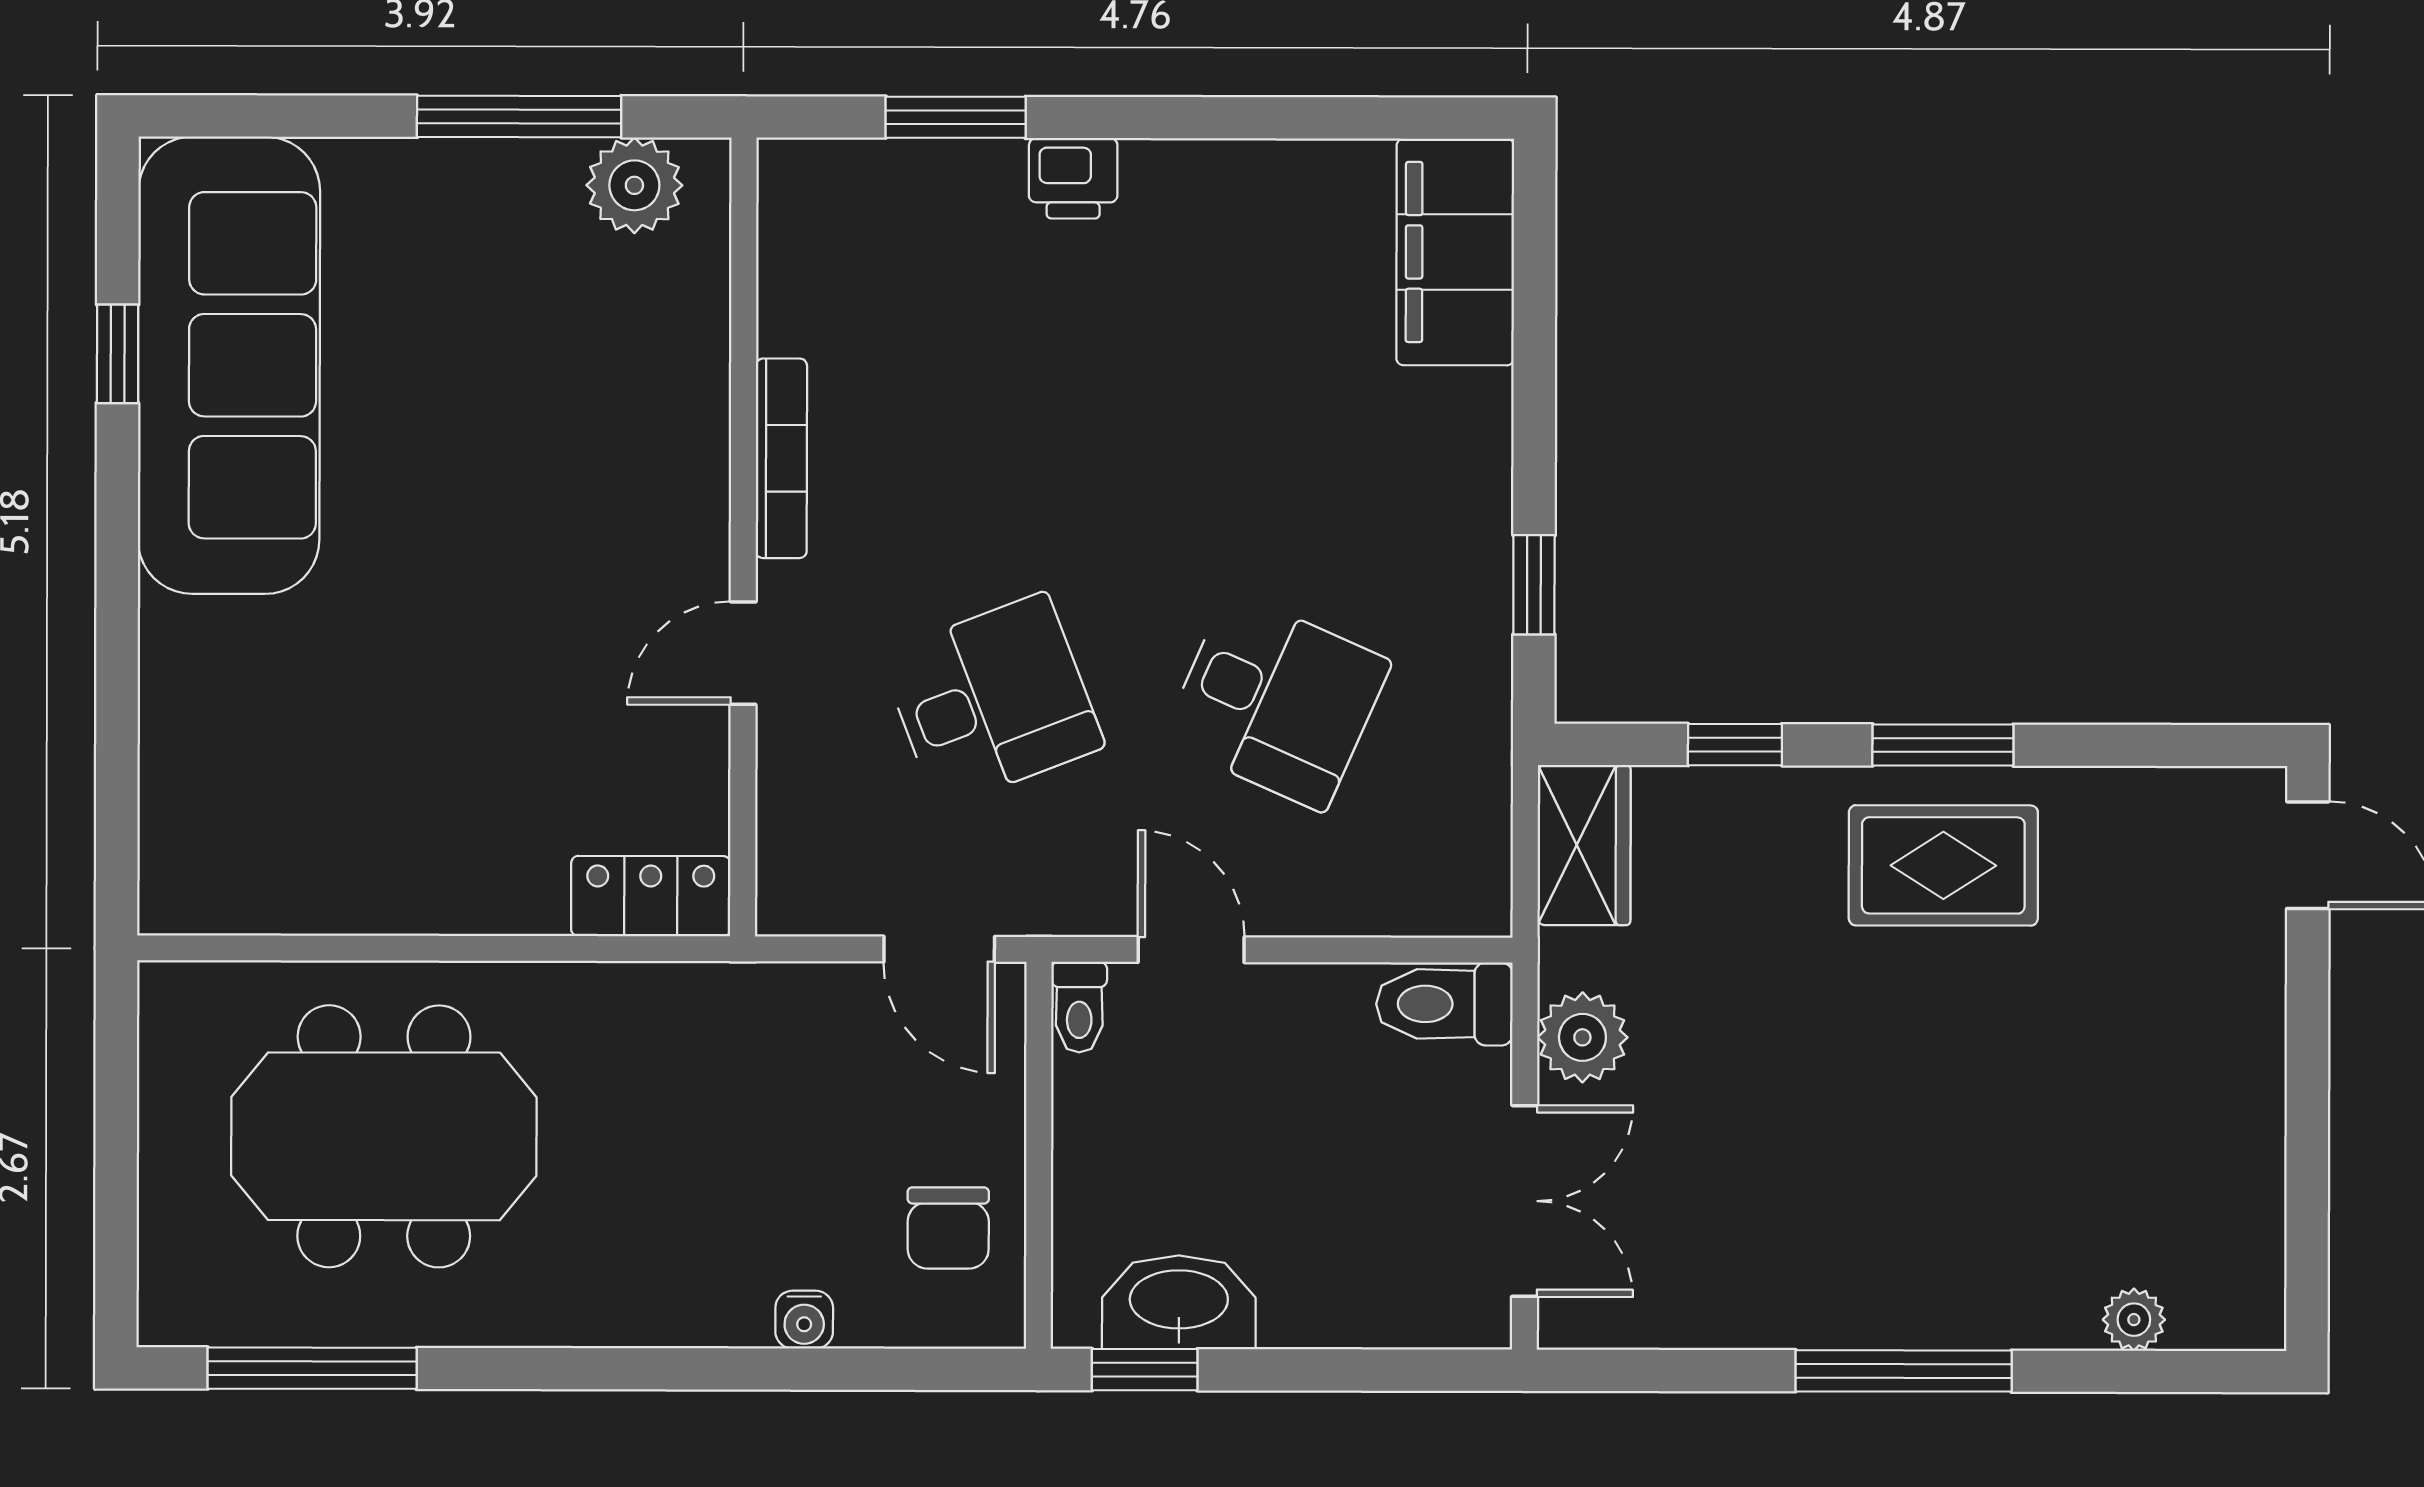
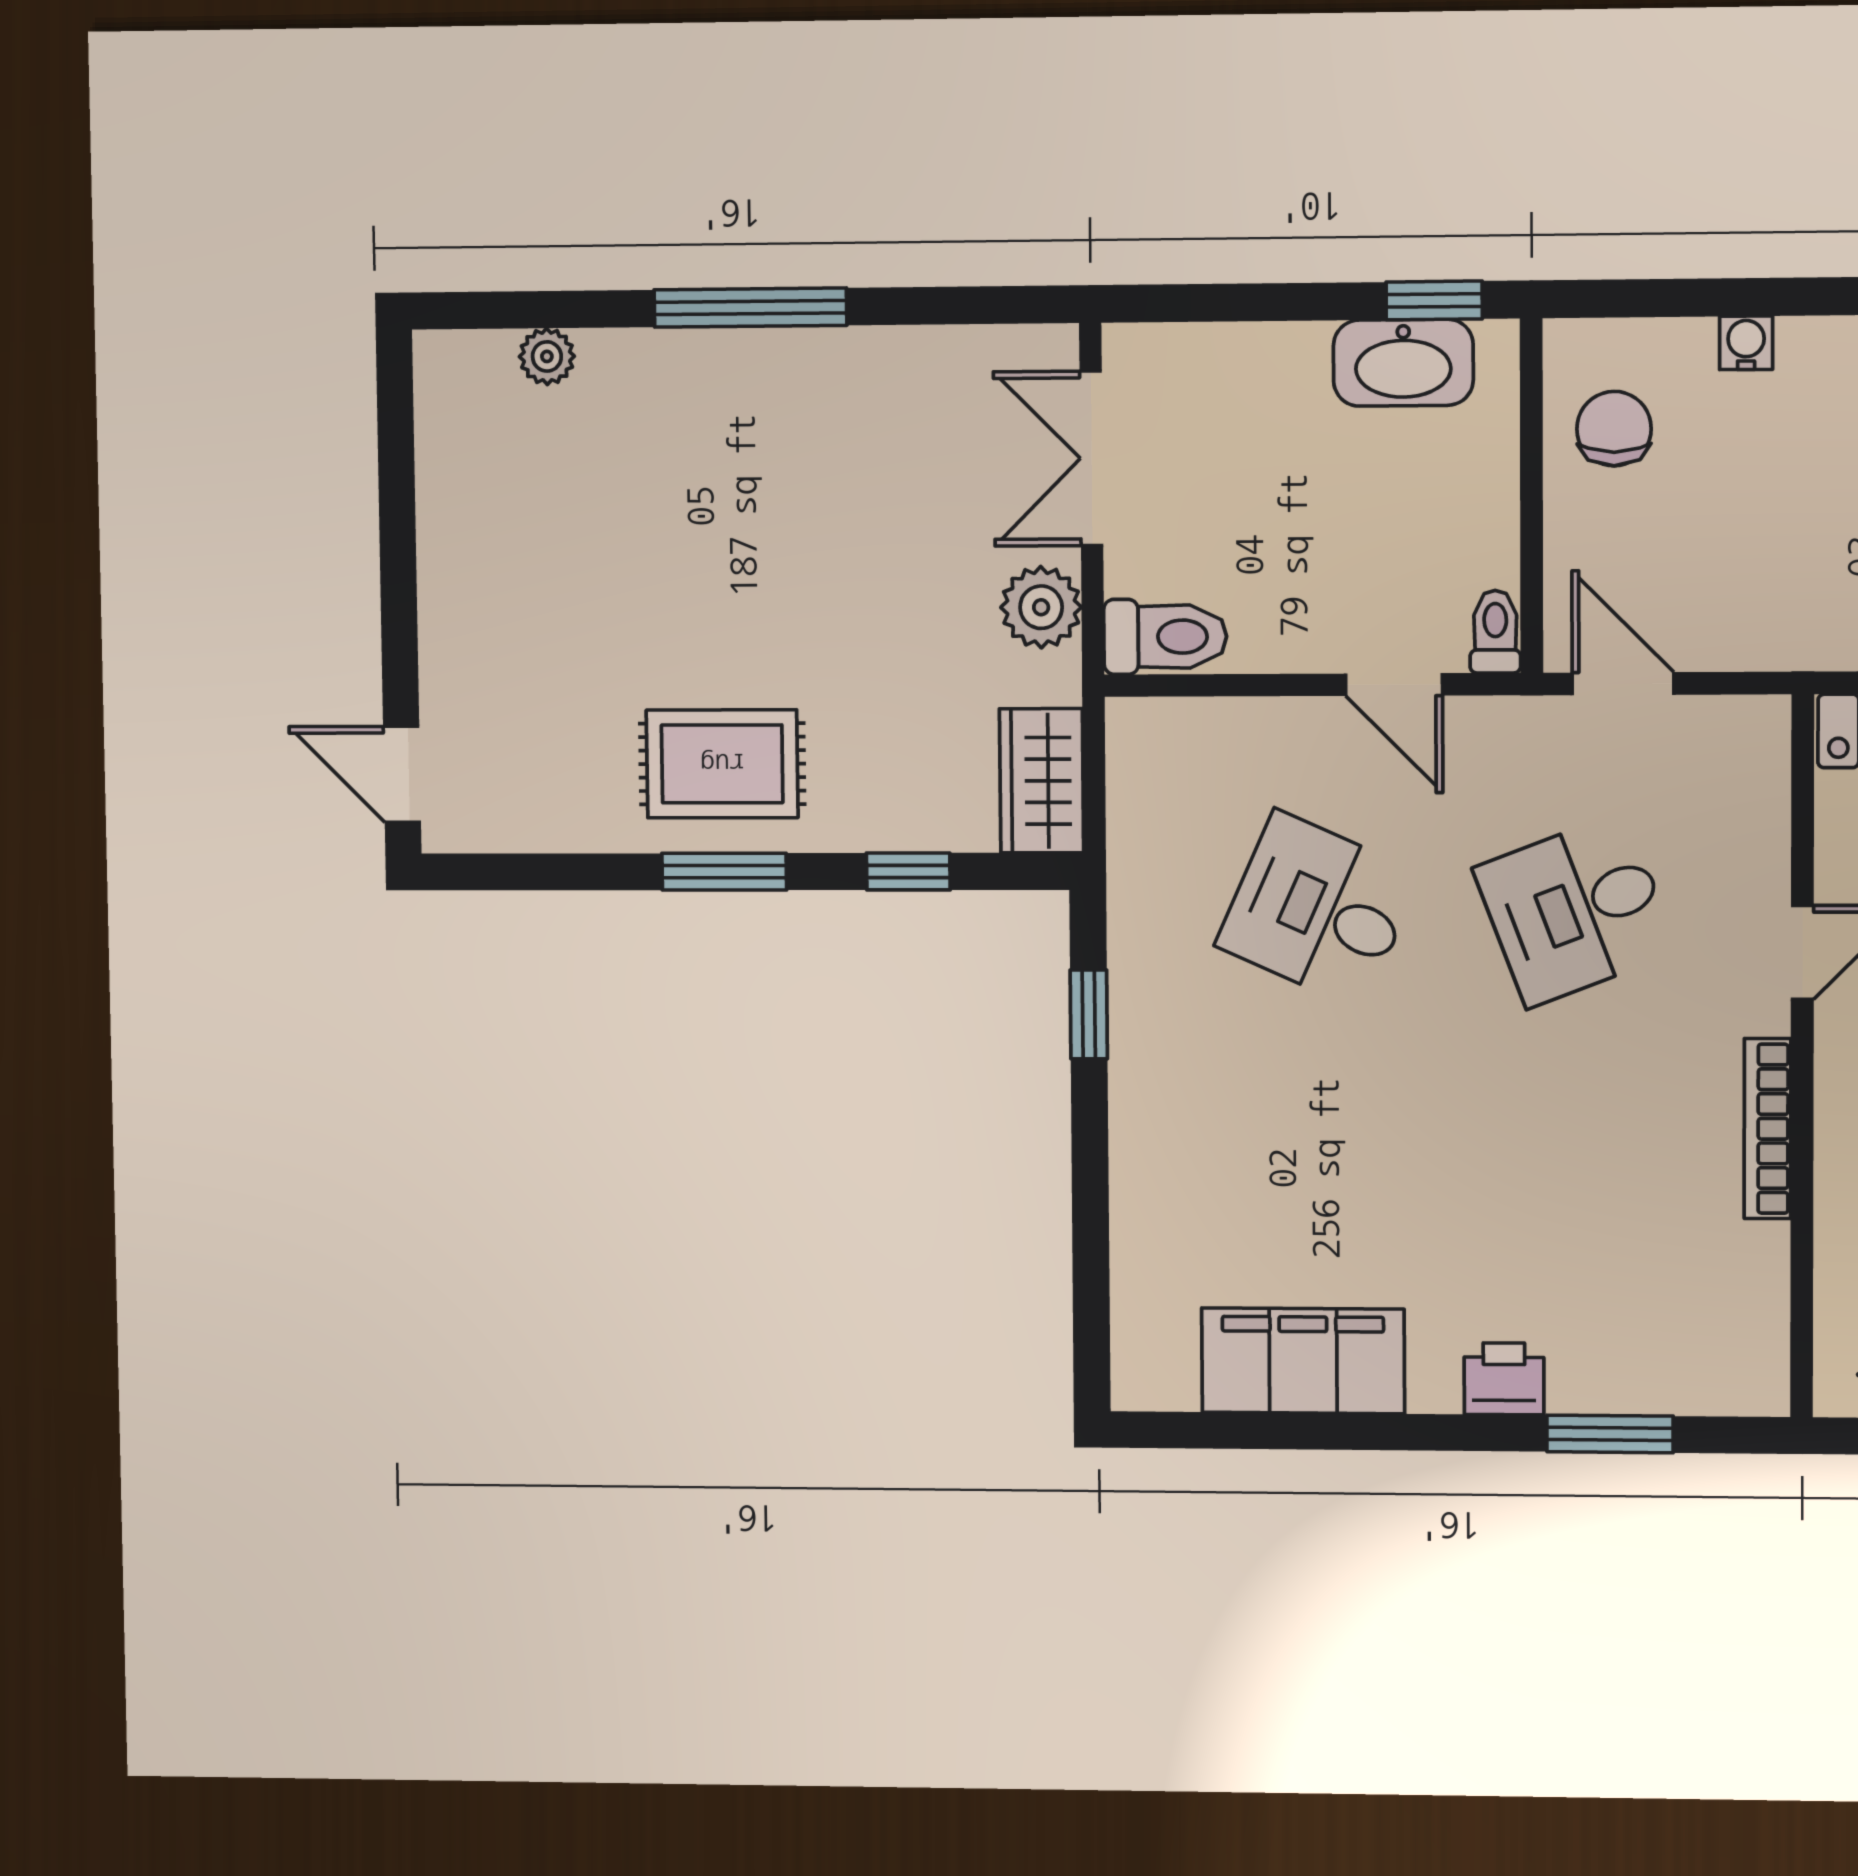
filing cabinet: (1455, 252) -> (1303, 1361), moved, turned -90

